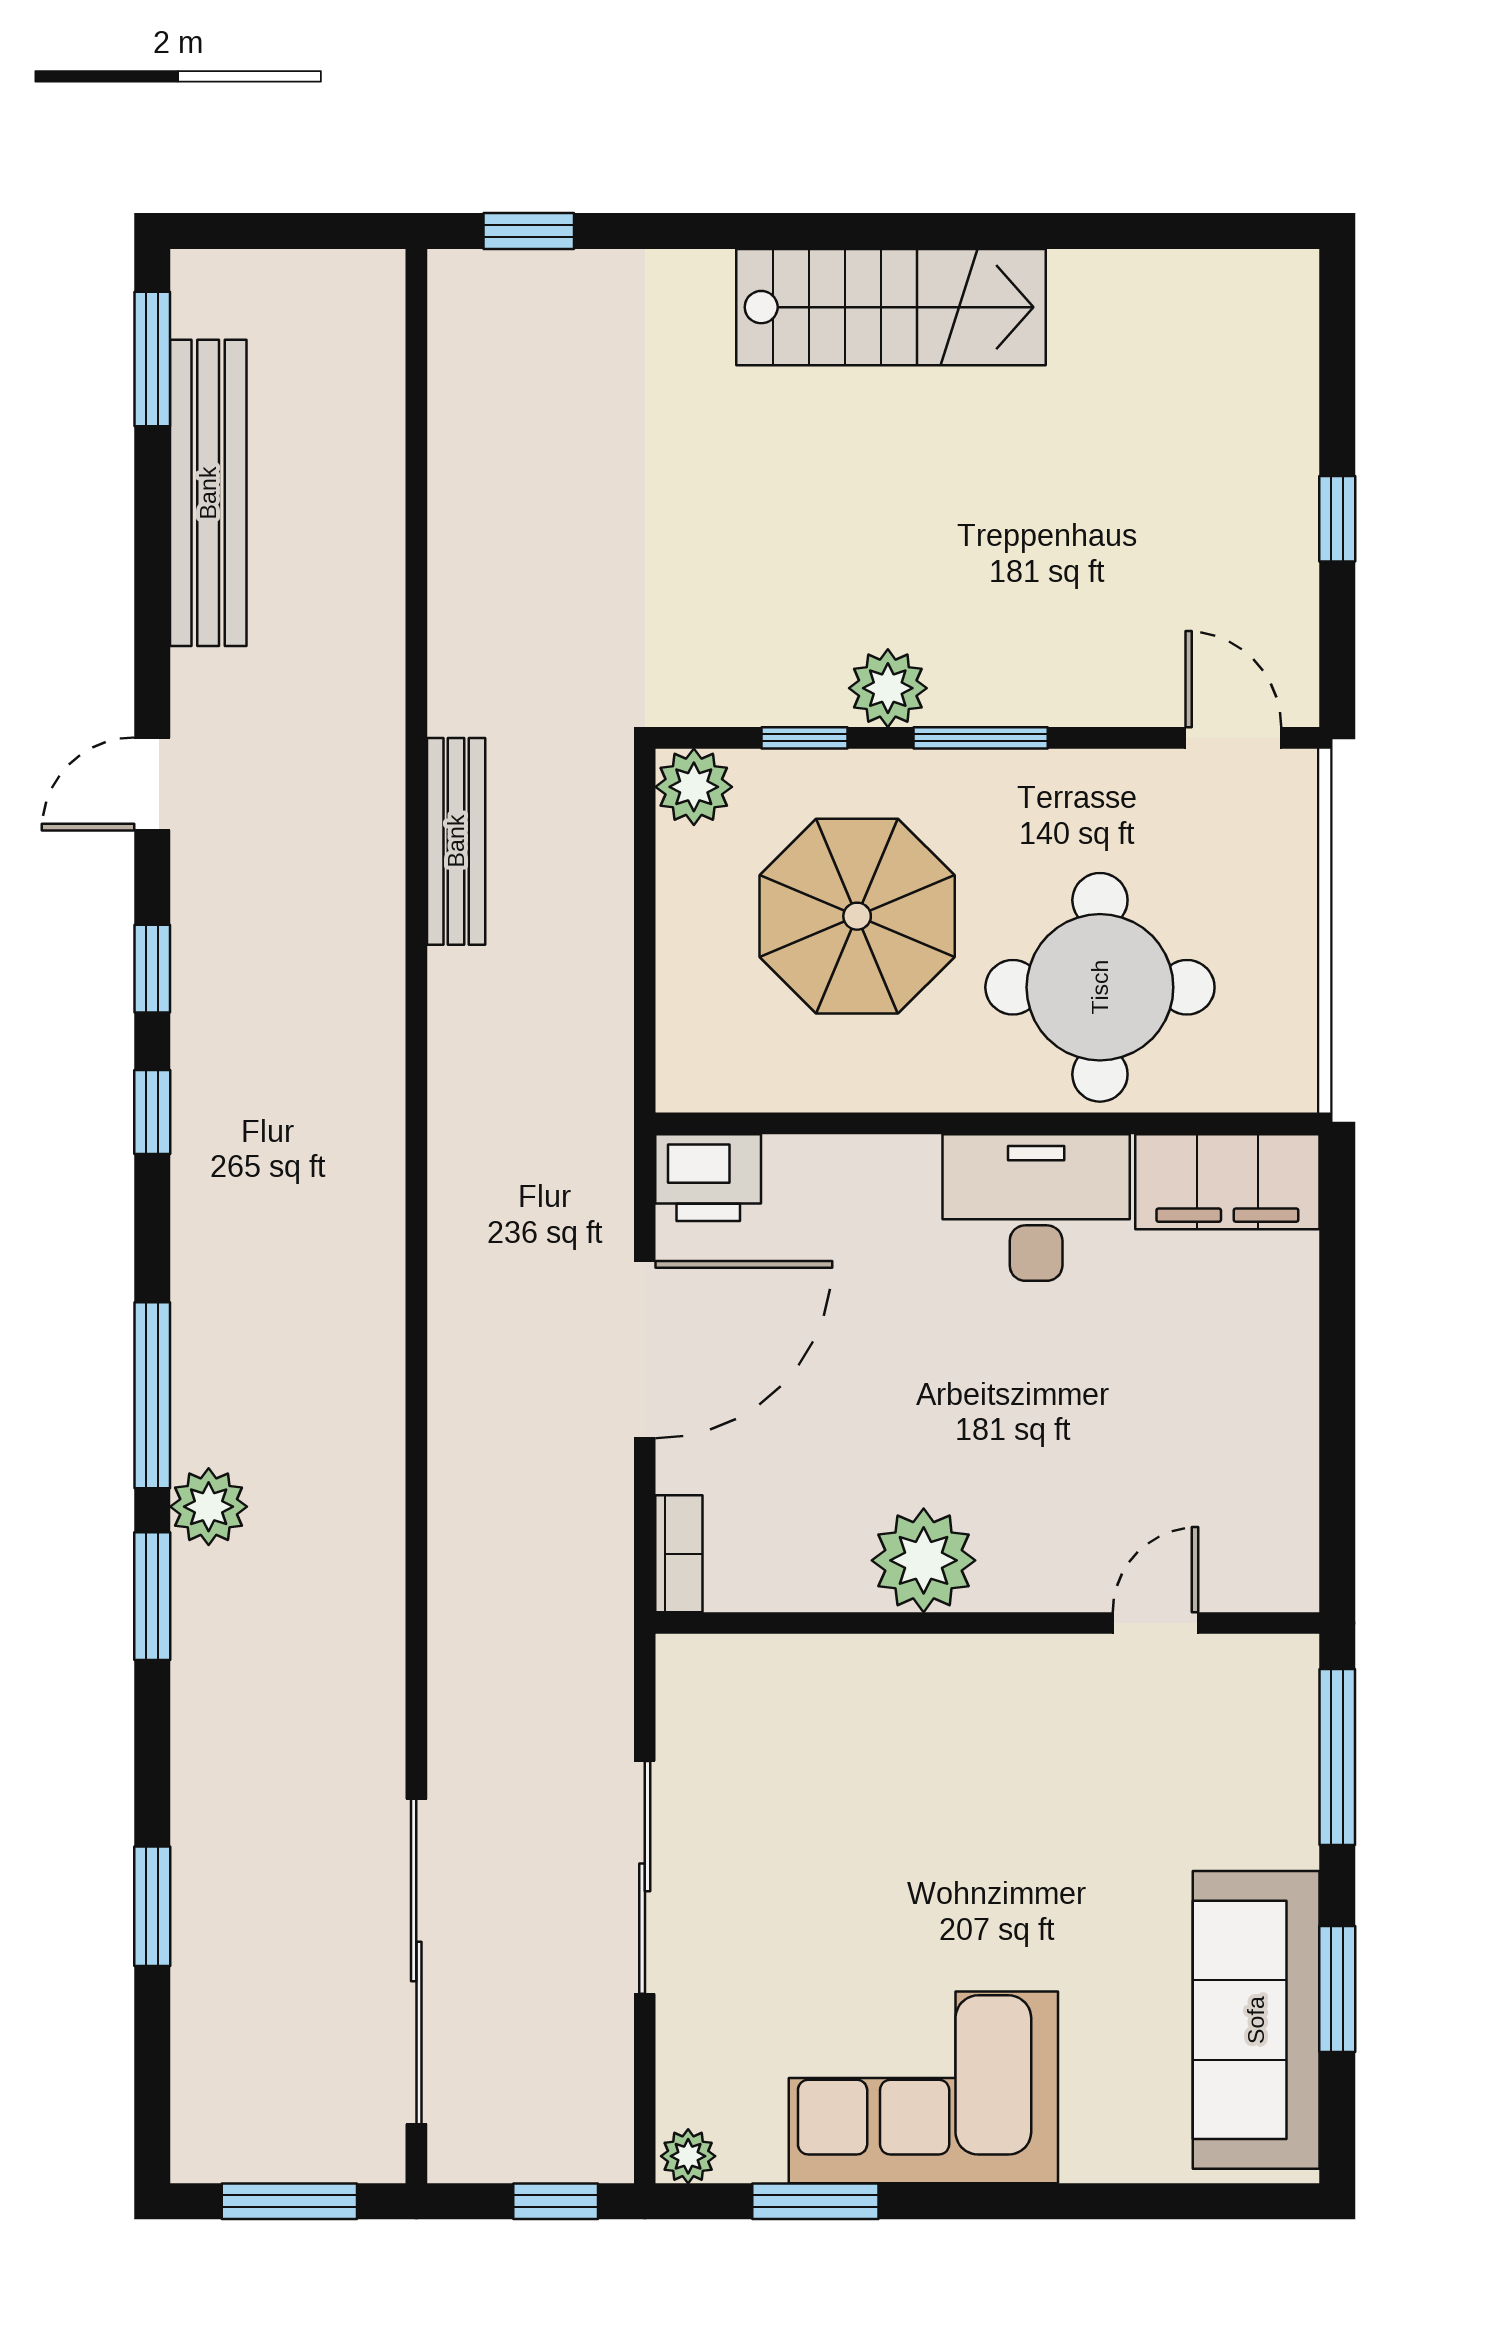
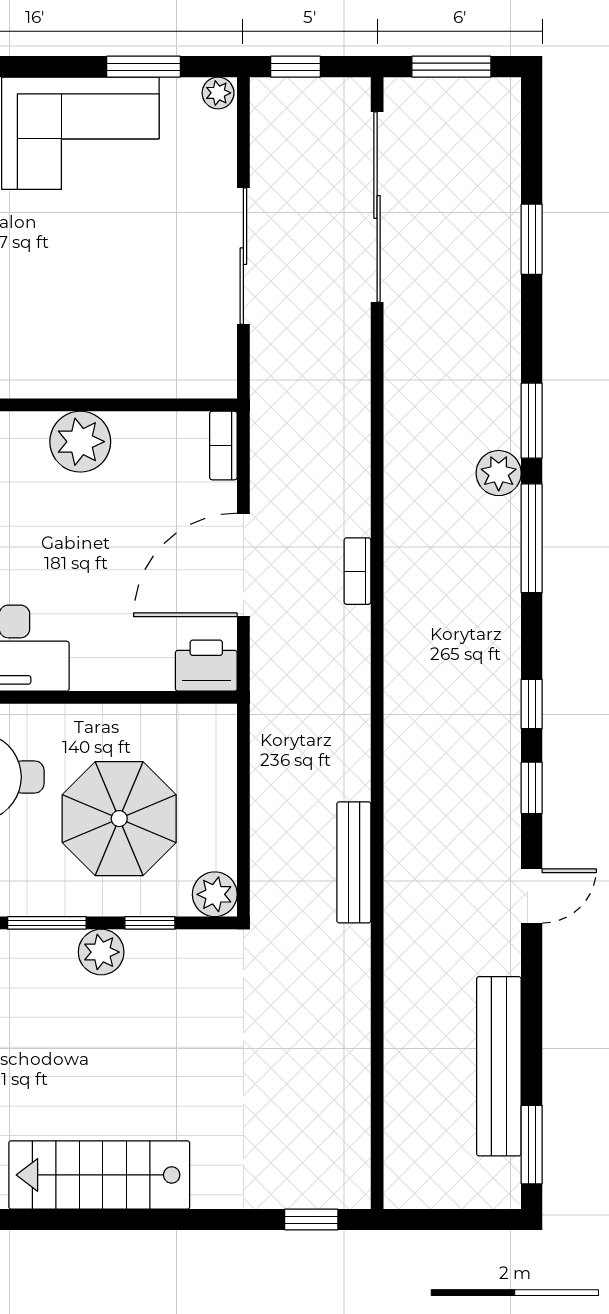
bookcase: (450, 1339) -> (357, 571), added

